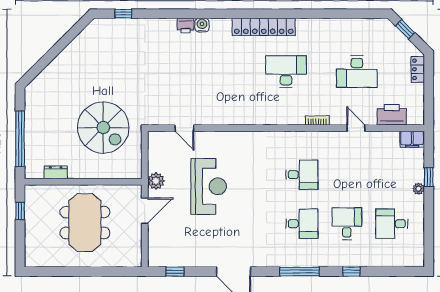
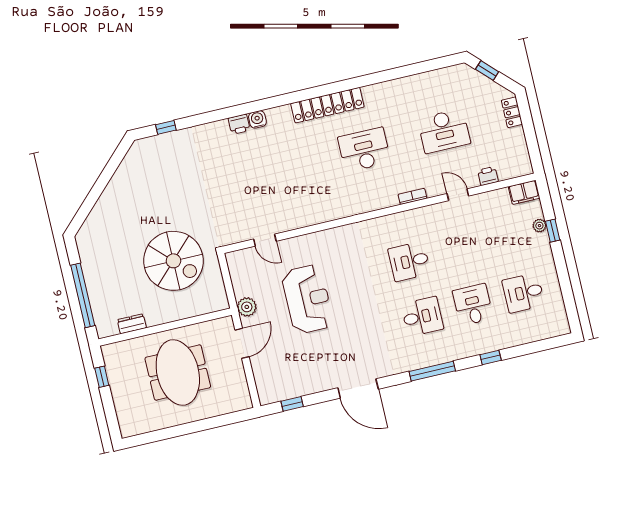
printer: (392, 115) -> (488, 176), width x0.53, depth x0.68
desk: (302, 175) -> (409, 261), turned 180
plant: (419, 189) -> (539, 226), moved

